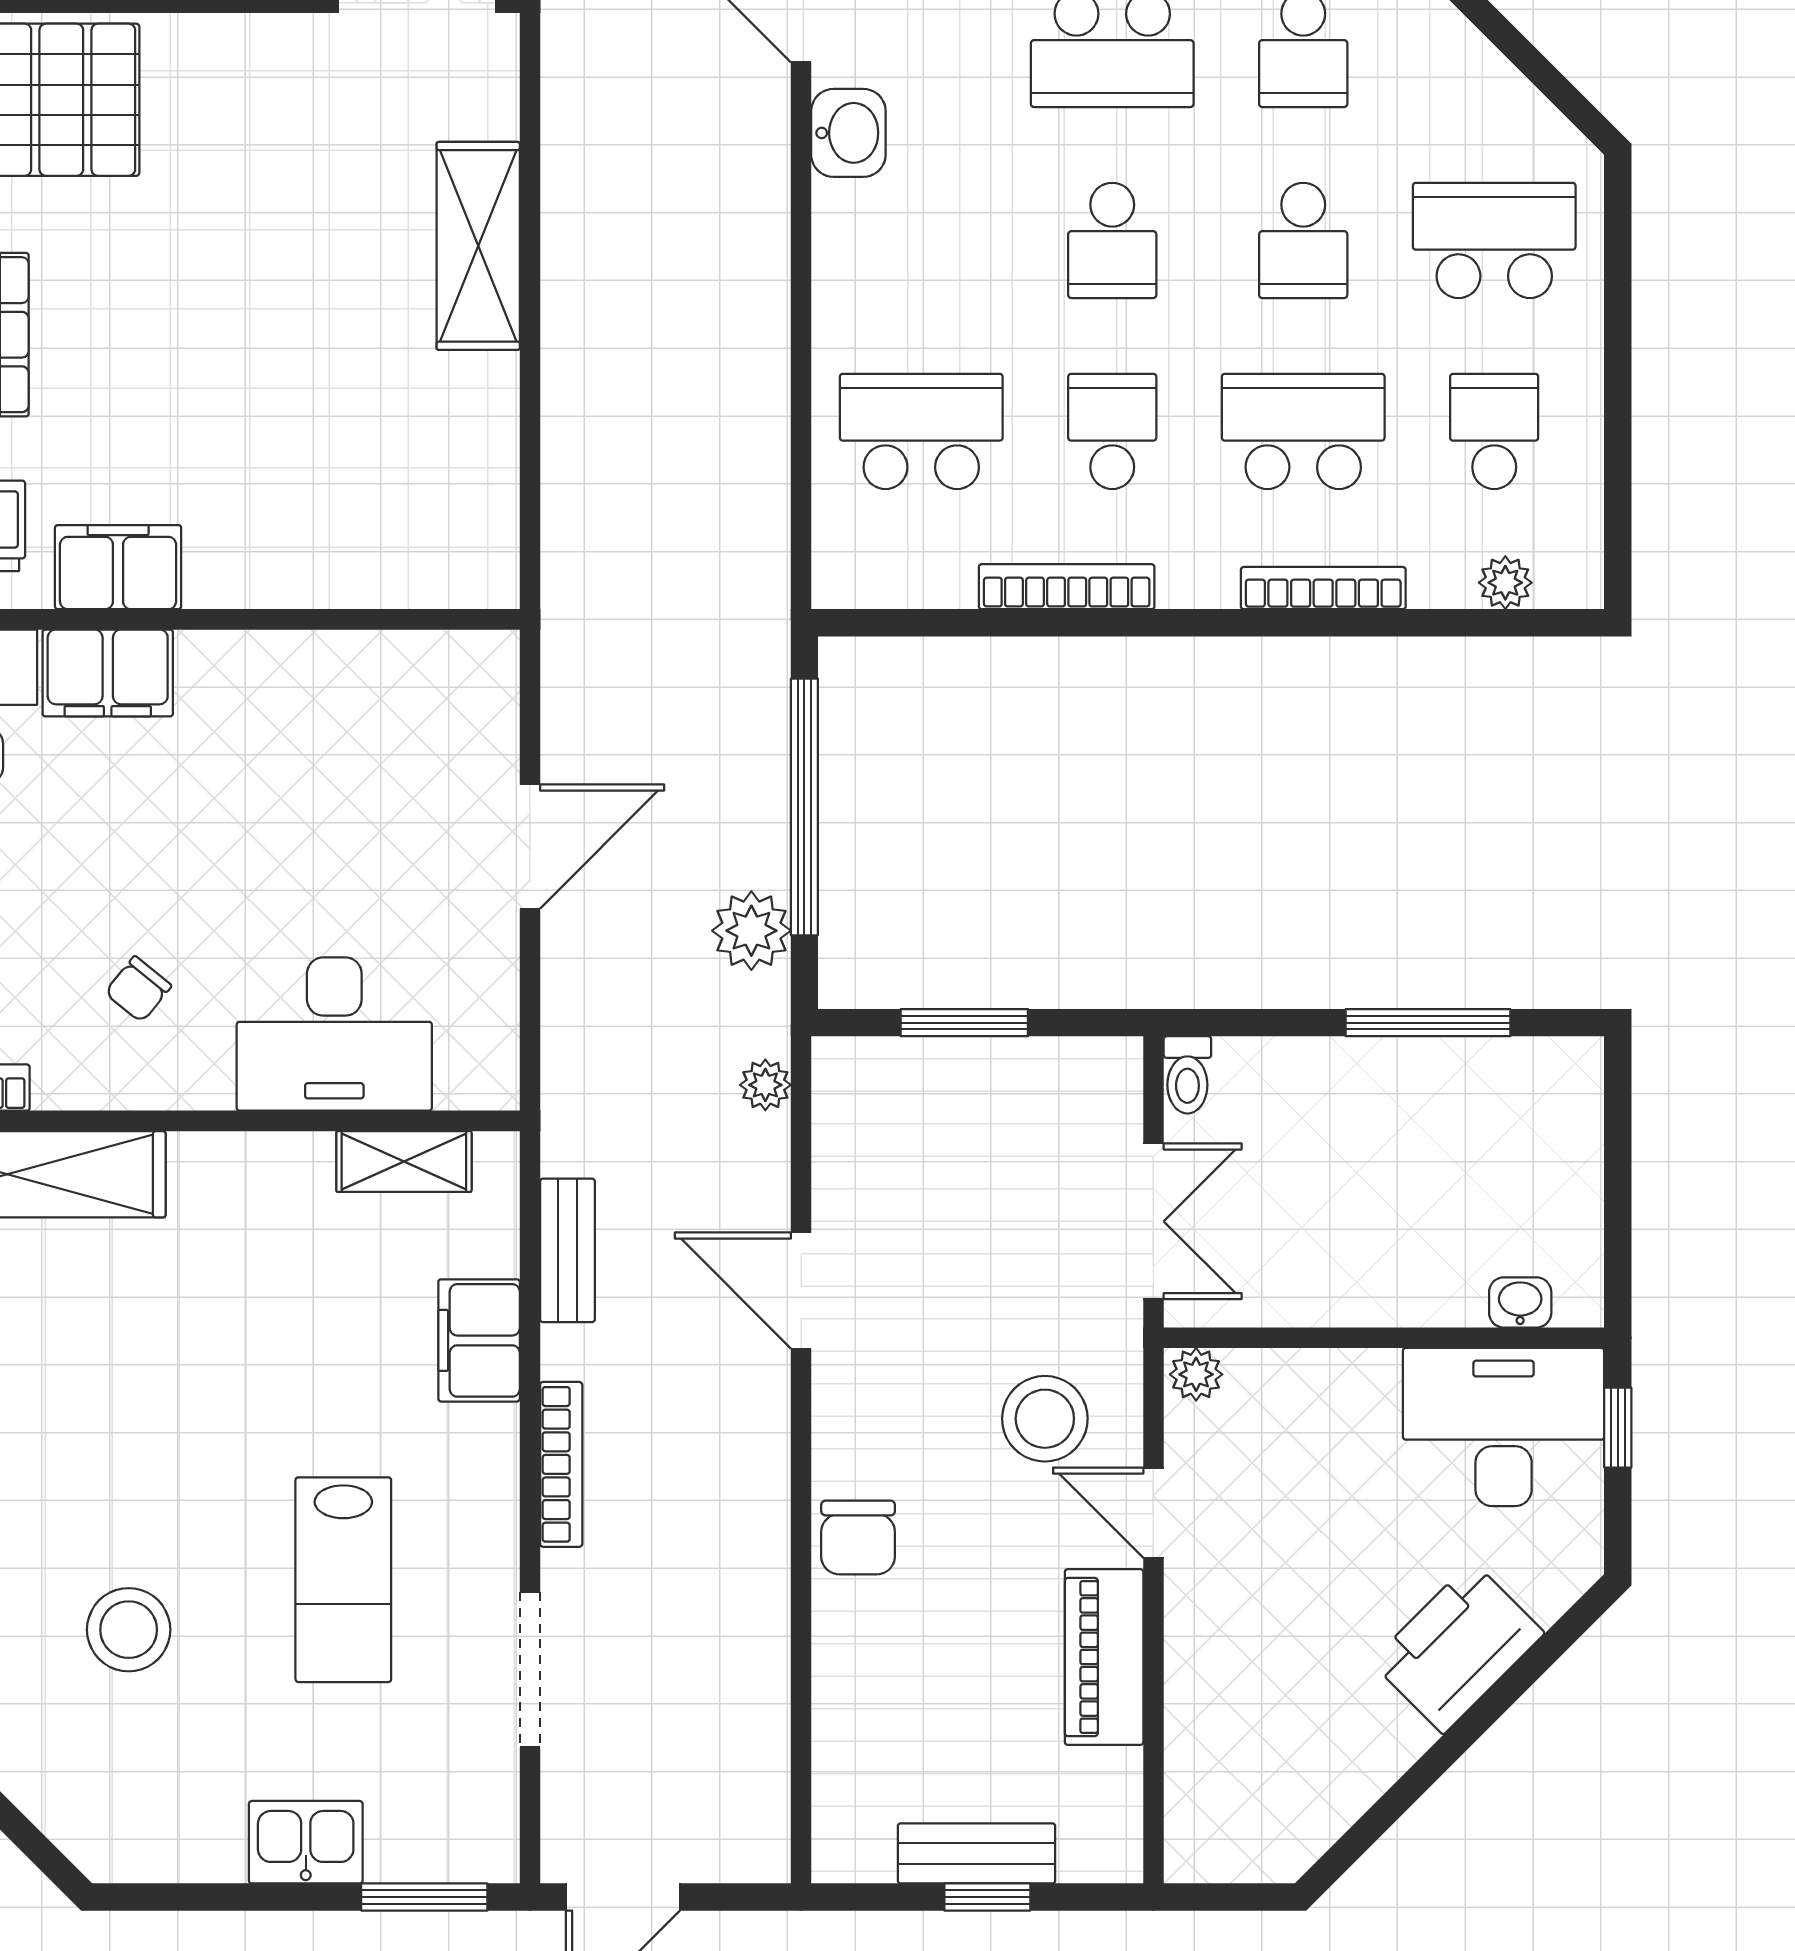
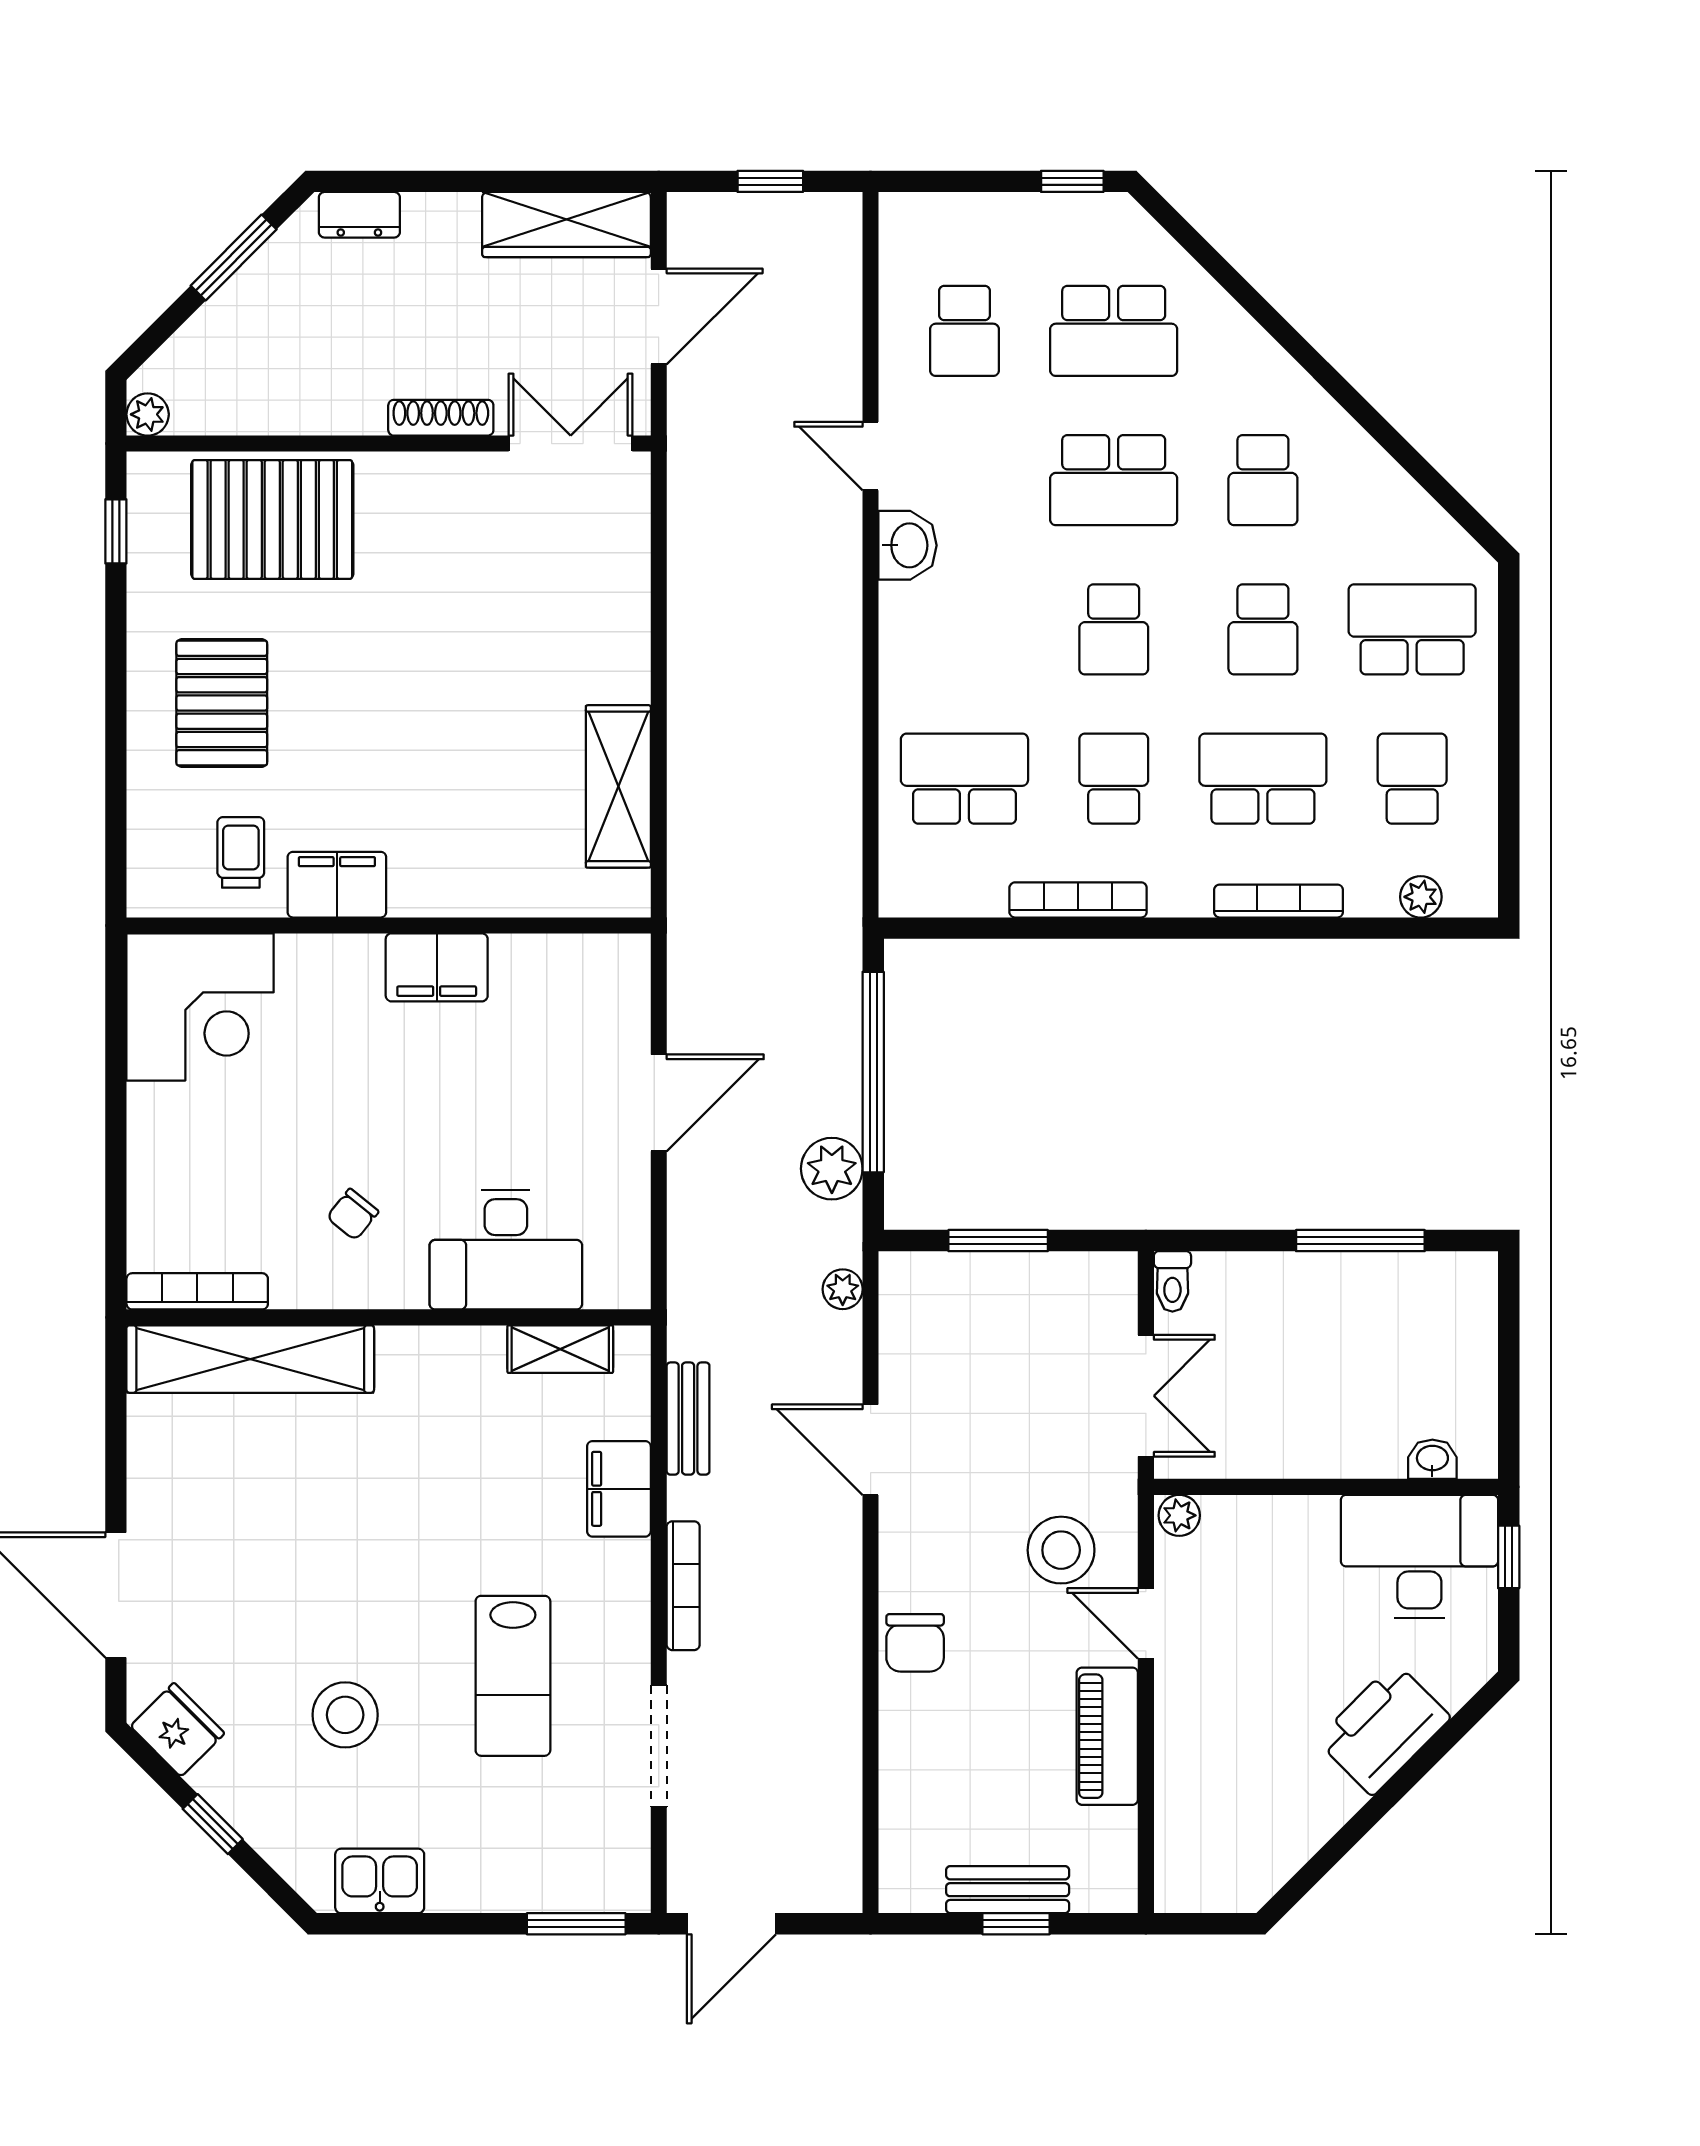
shelving: (478, 246) -> (618, 786), moved
filing cabinet: (108, 673) -> (437, 967), moved
kitchen sink: (306, 1842) -> (380, 1881), moved

